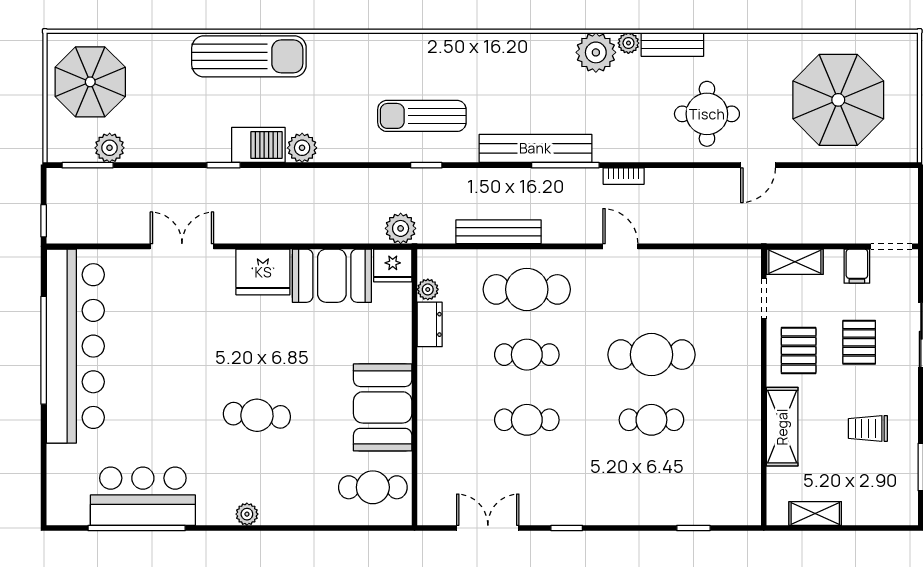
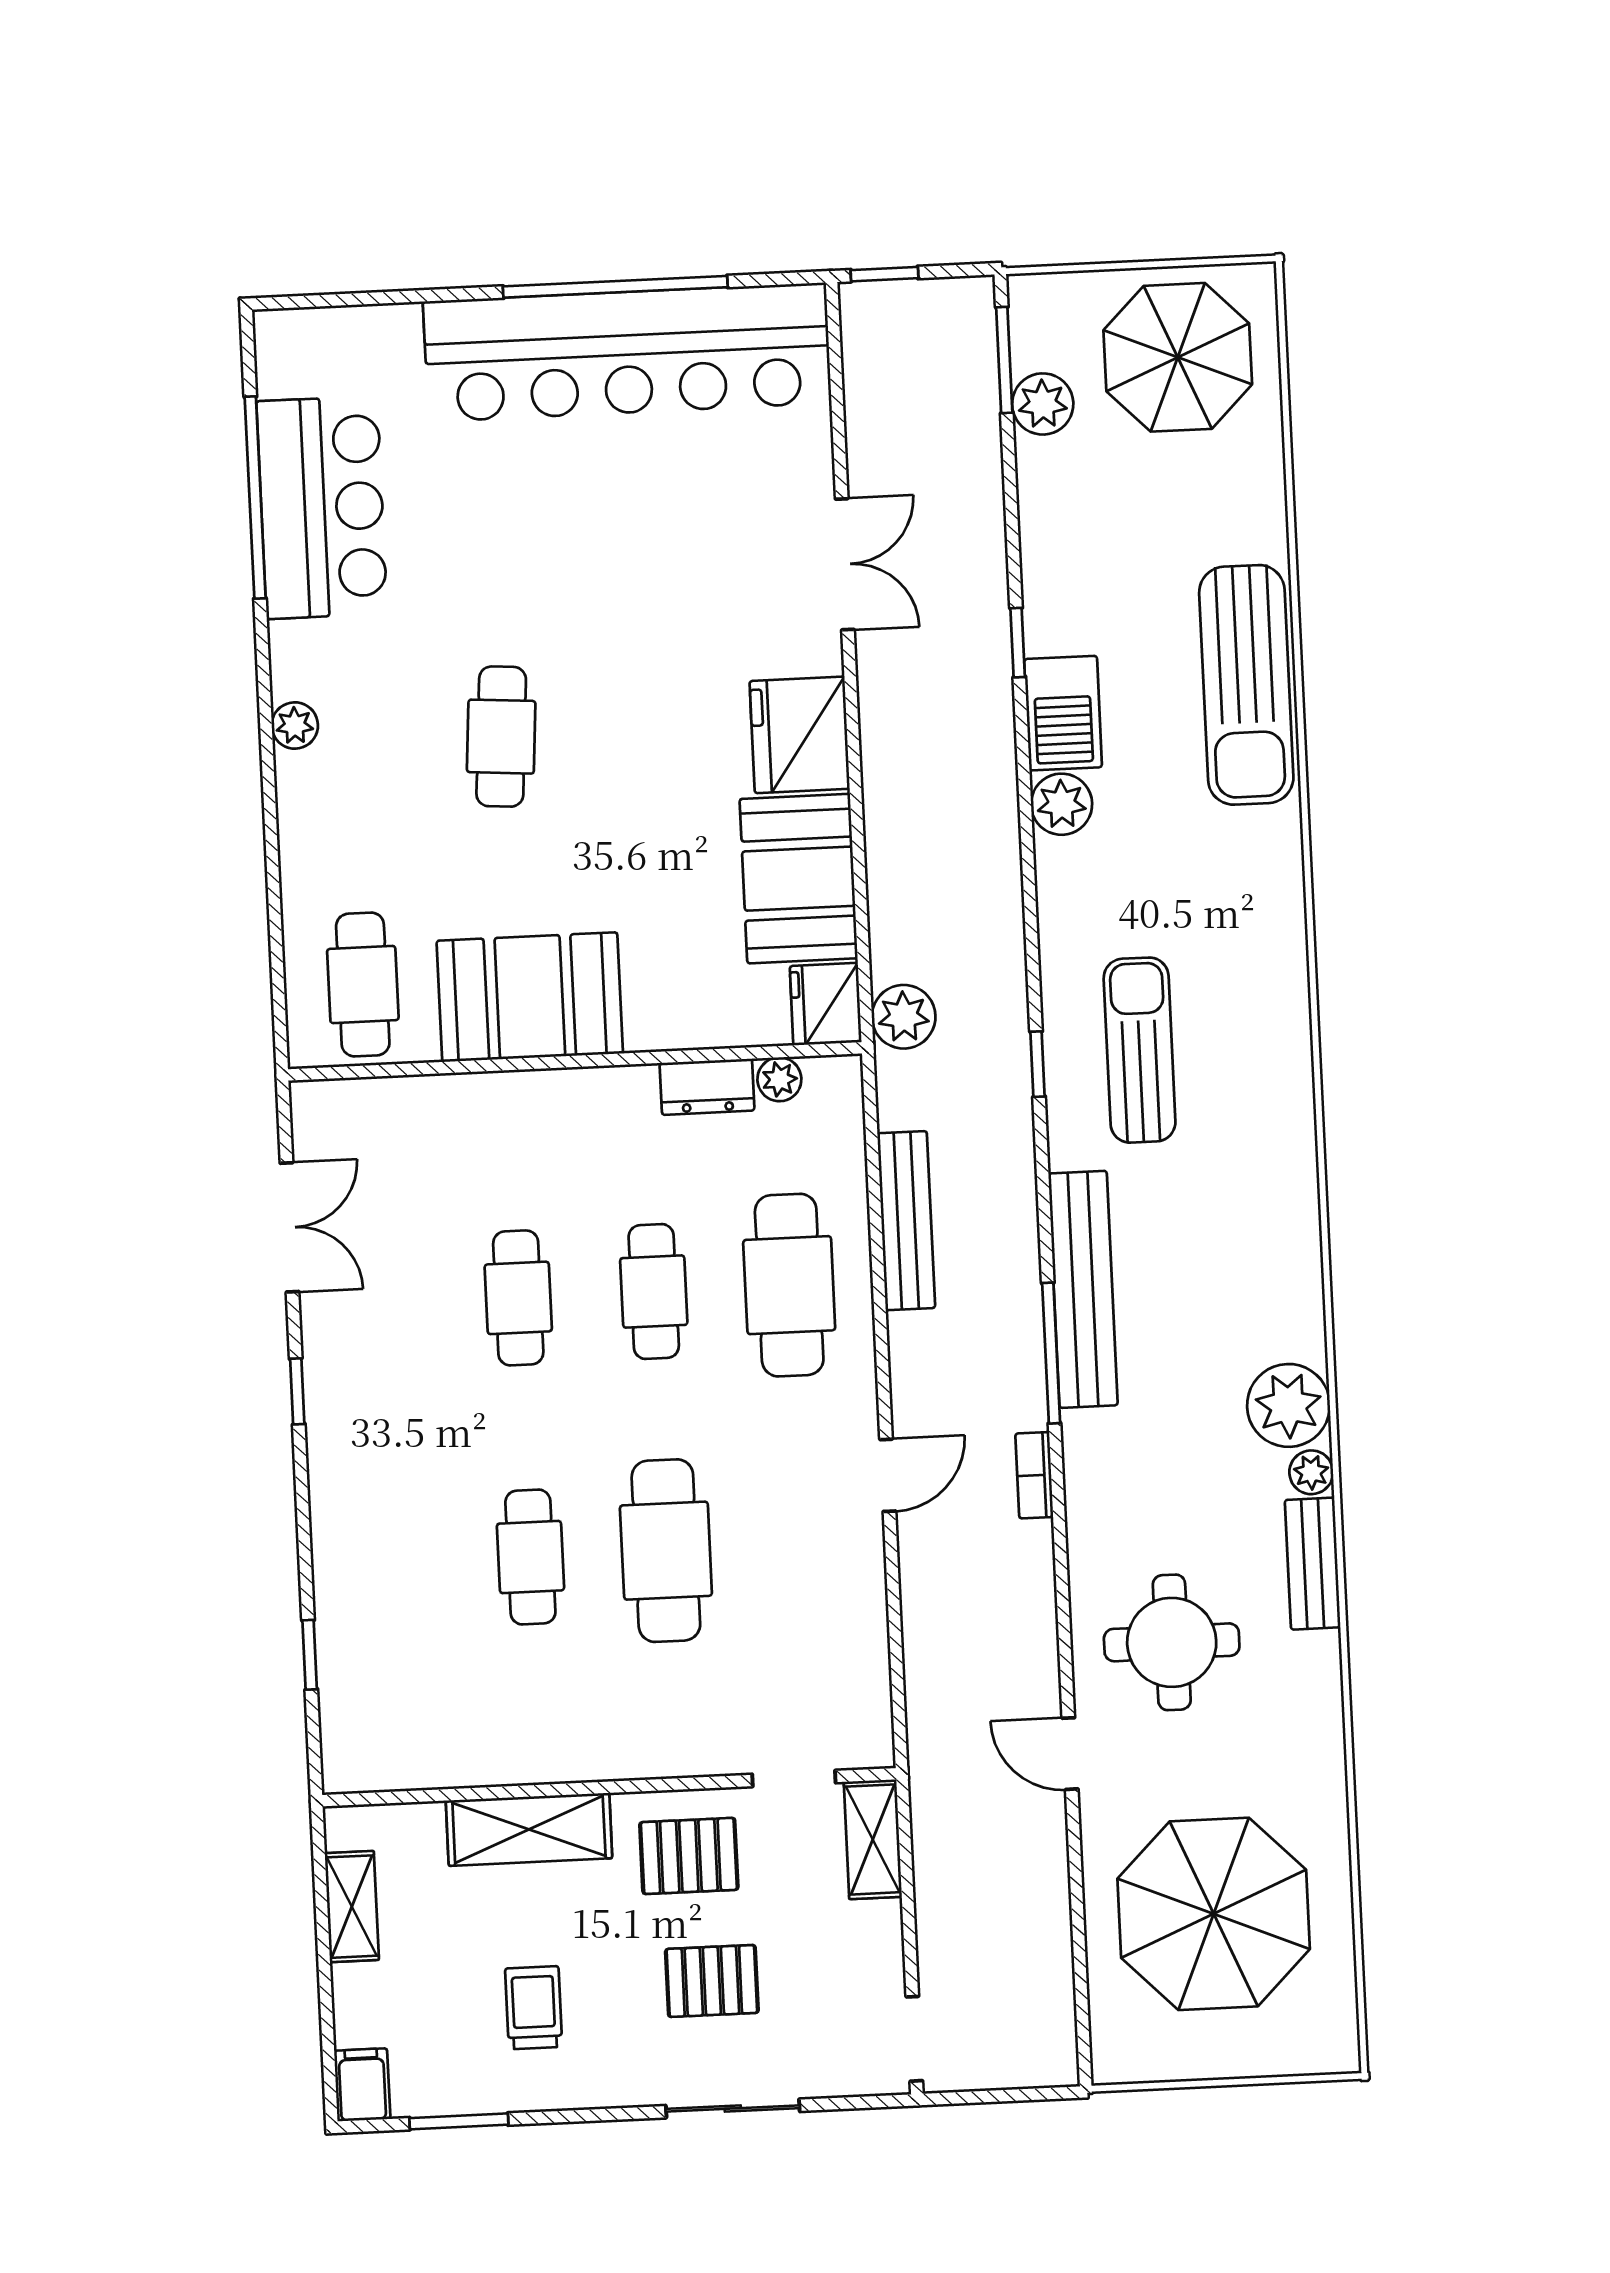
filing cabinet: (857, 266) -> (362, 2085), moved, turned 90

